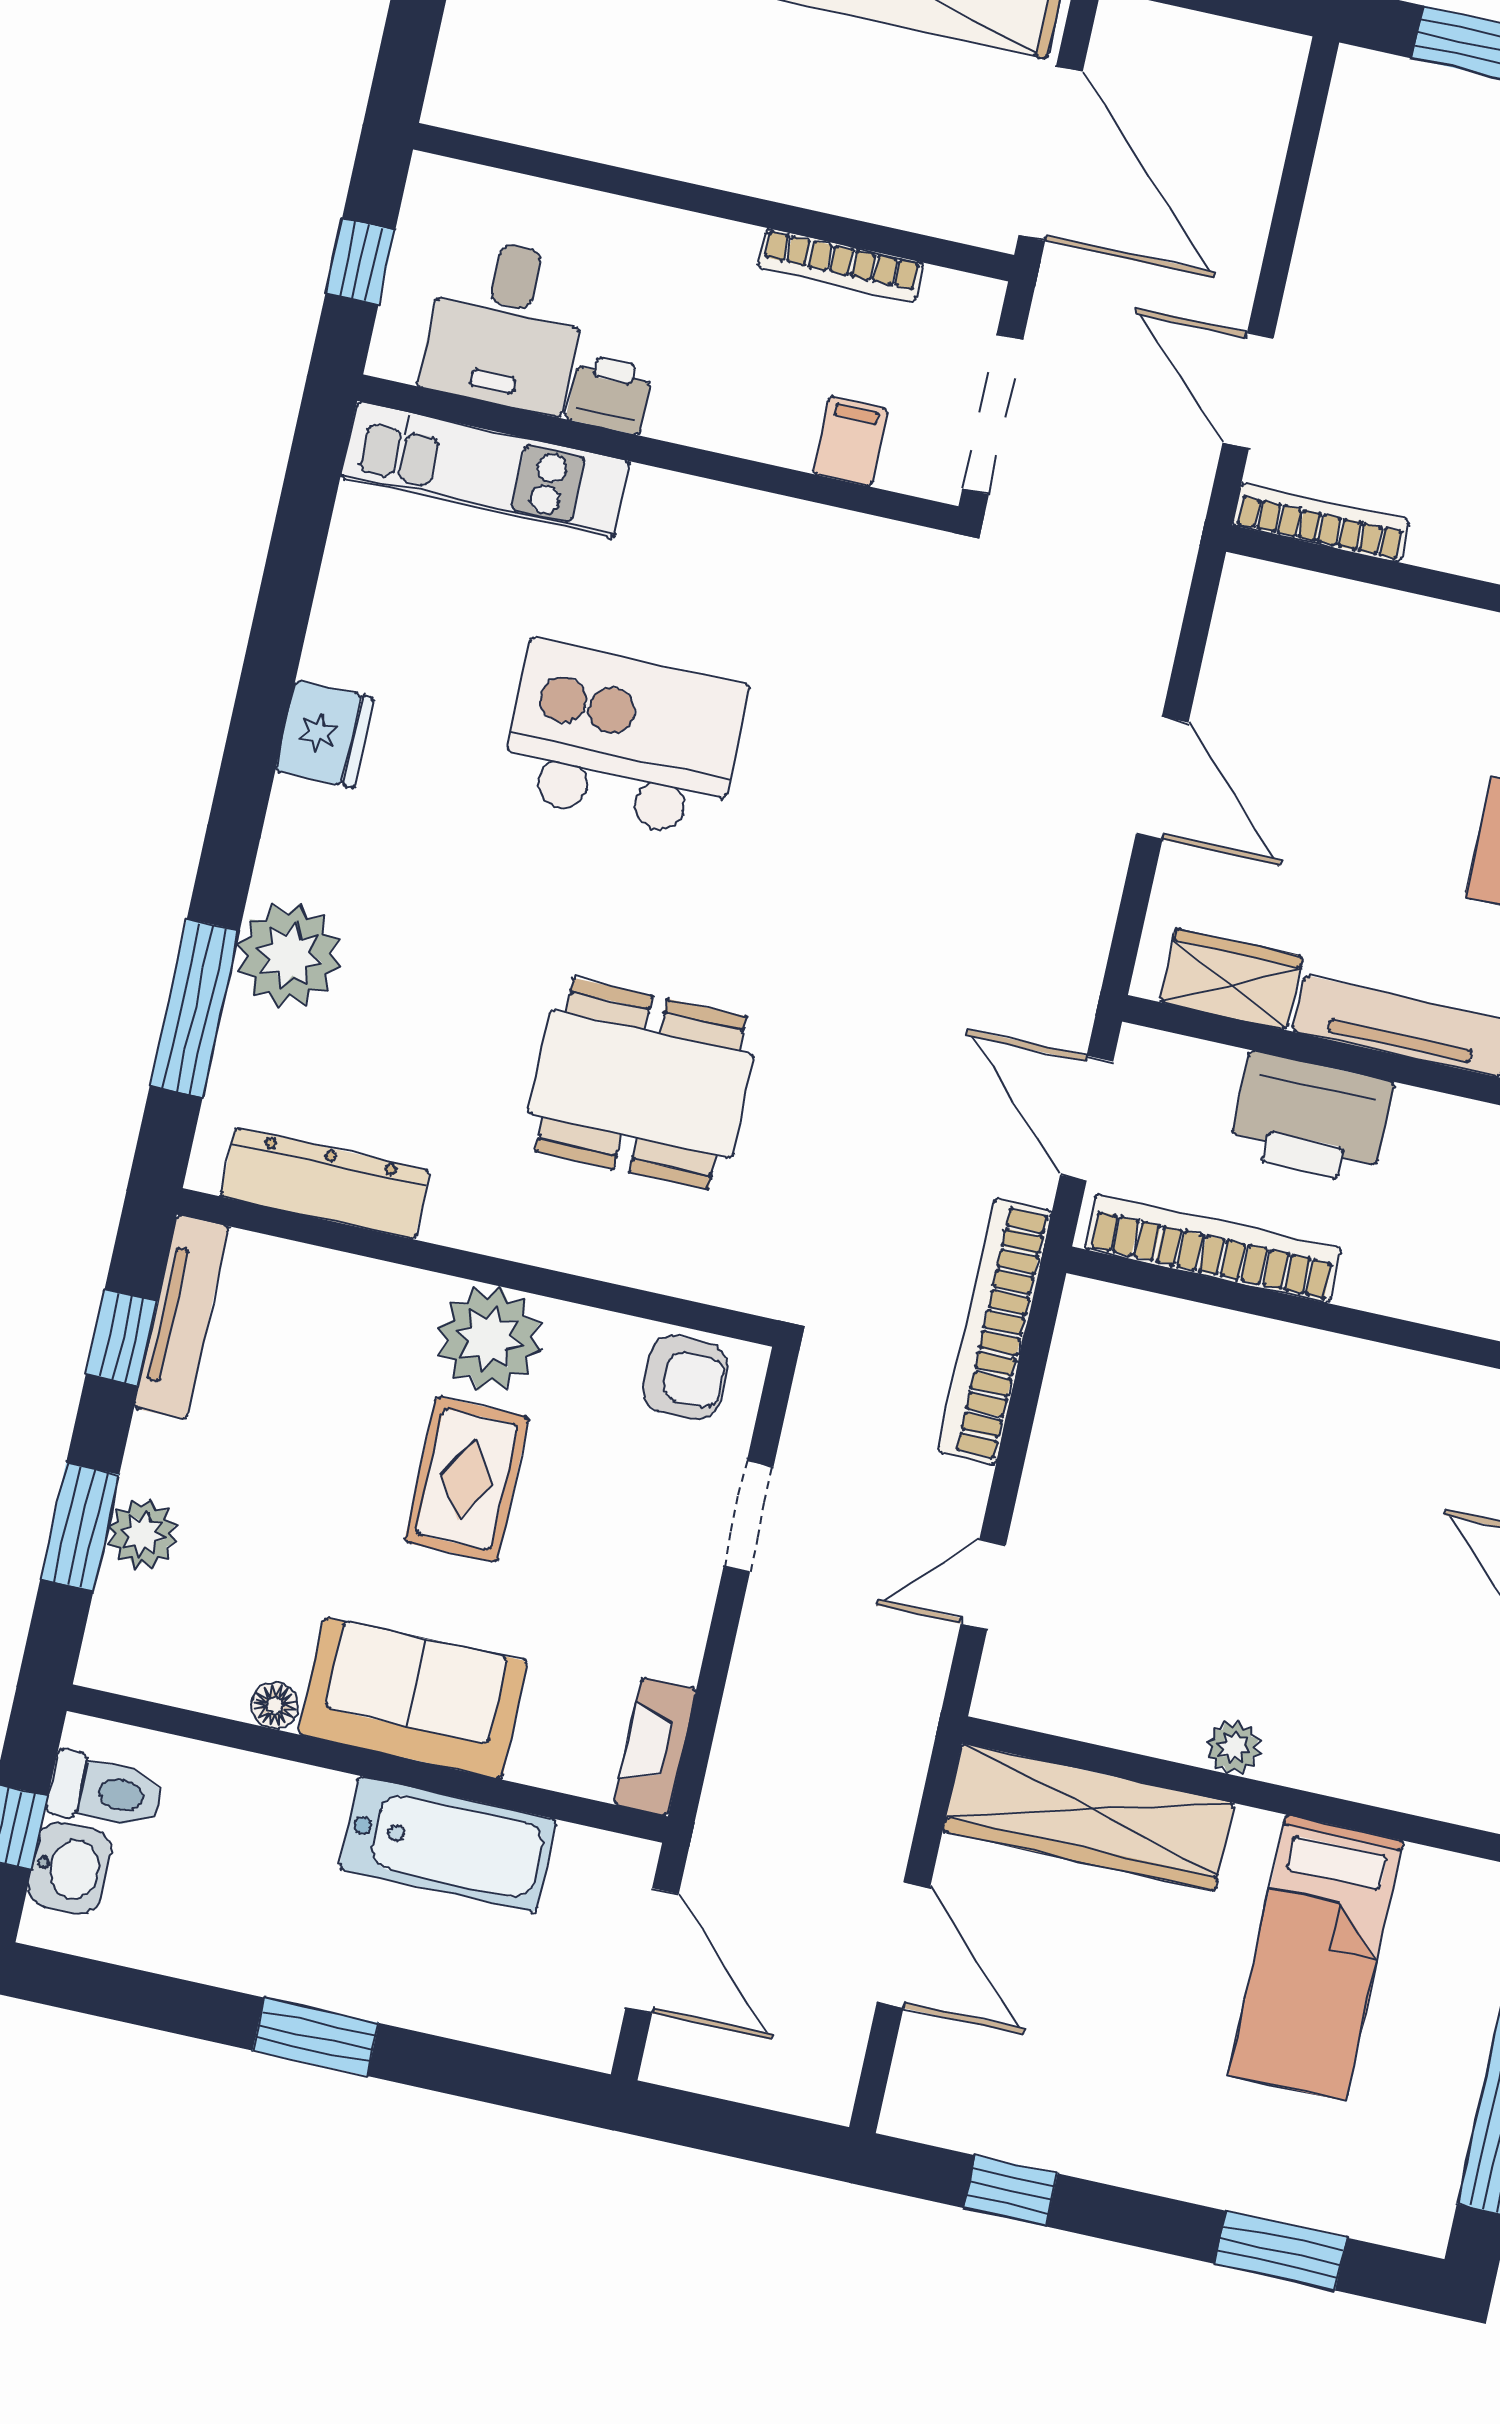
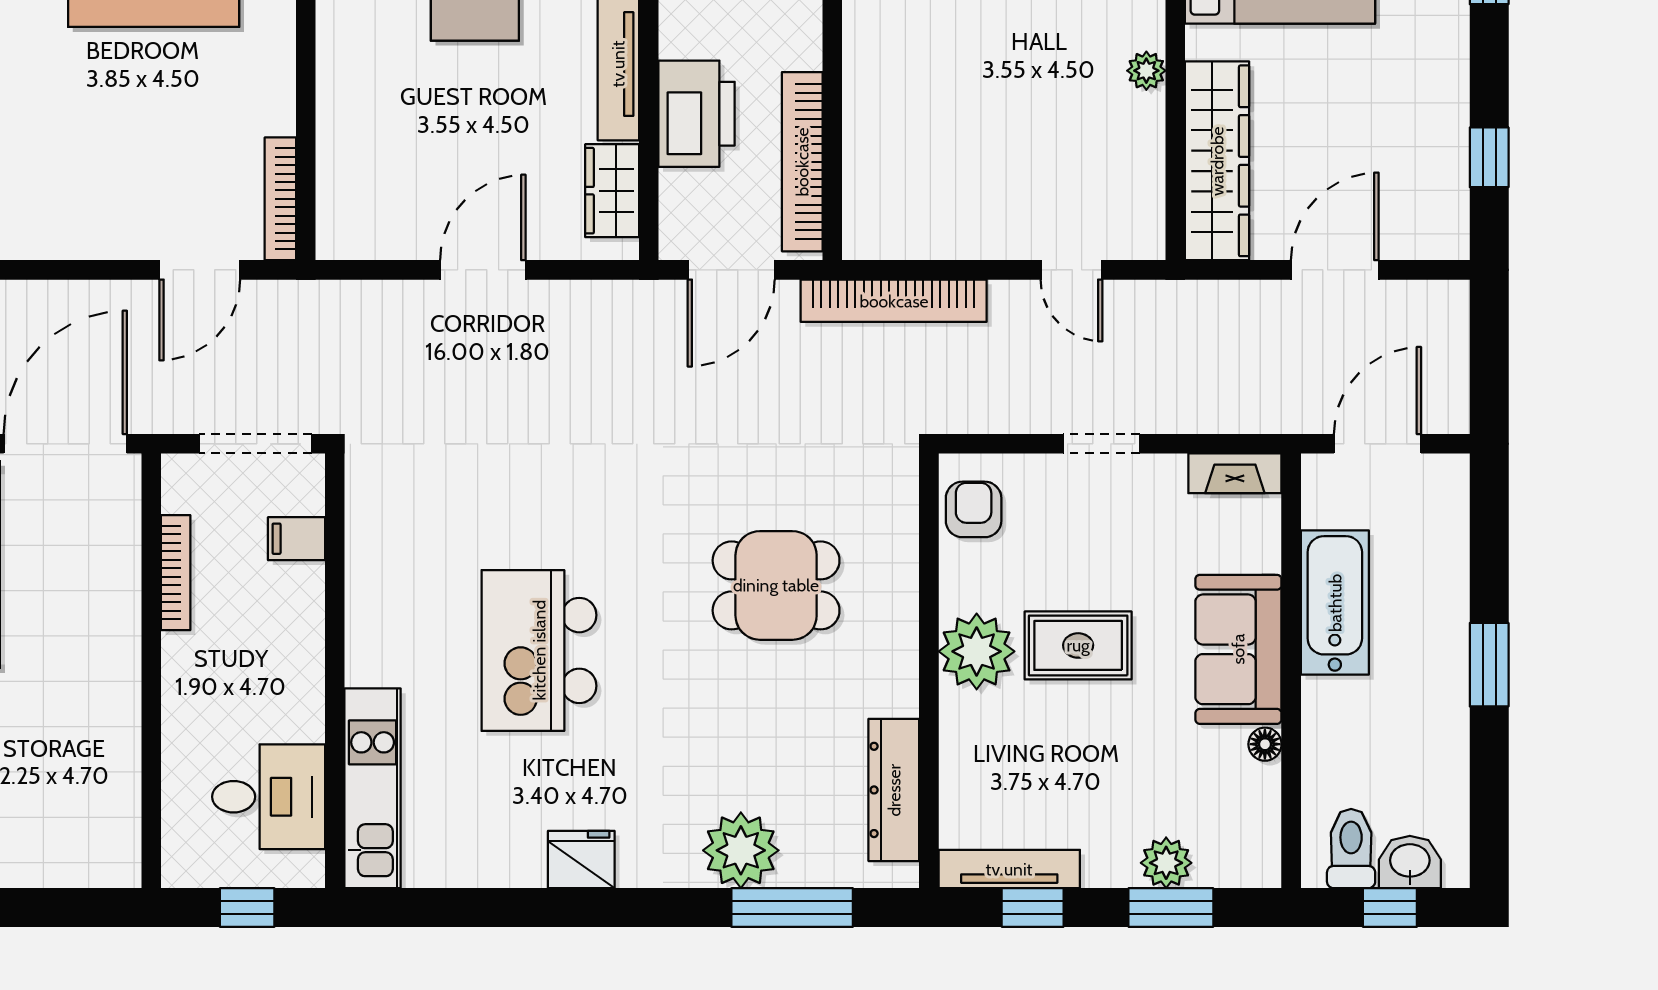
printer: (609, 394) -> (301, 714), removed
dining table: (641, 1084) -> (776, 585), width x0.73
doorway: (748, 1517) -> (1101, 444), moved

